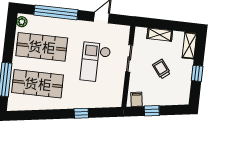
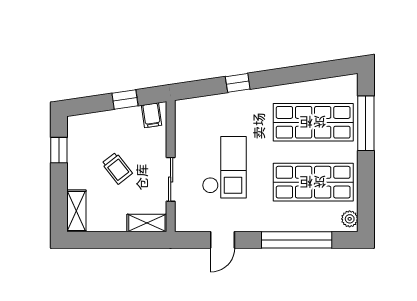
shelving: (160, 35) -> (147, 223), moved
window: (197, 73) -> (59, 150), moved

